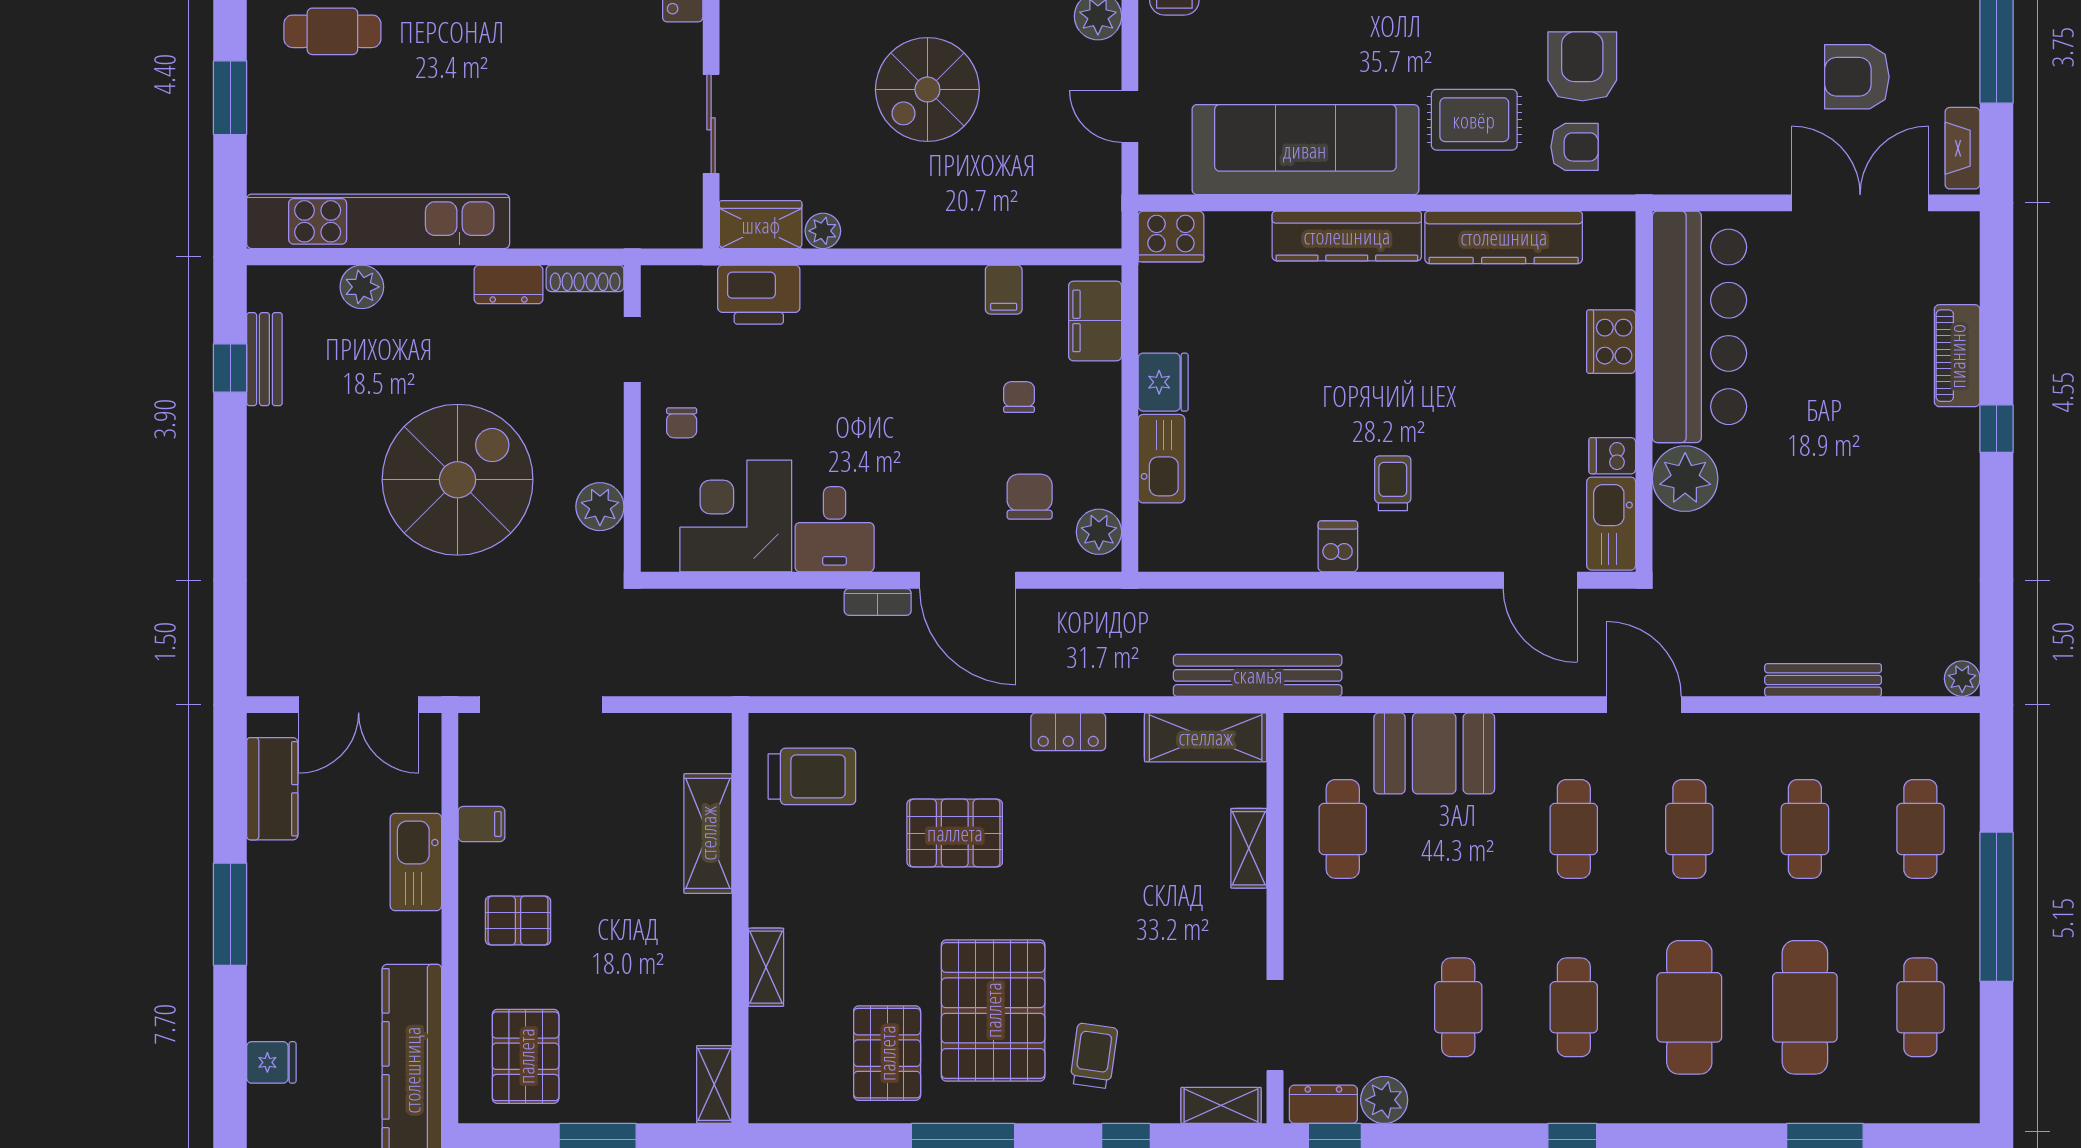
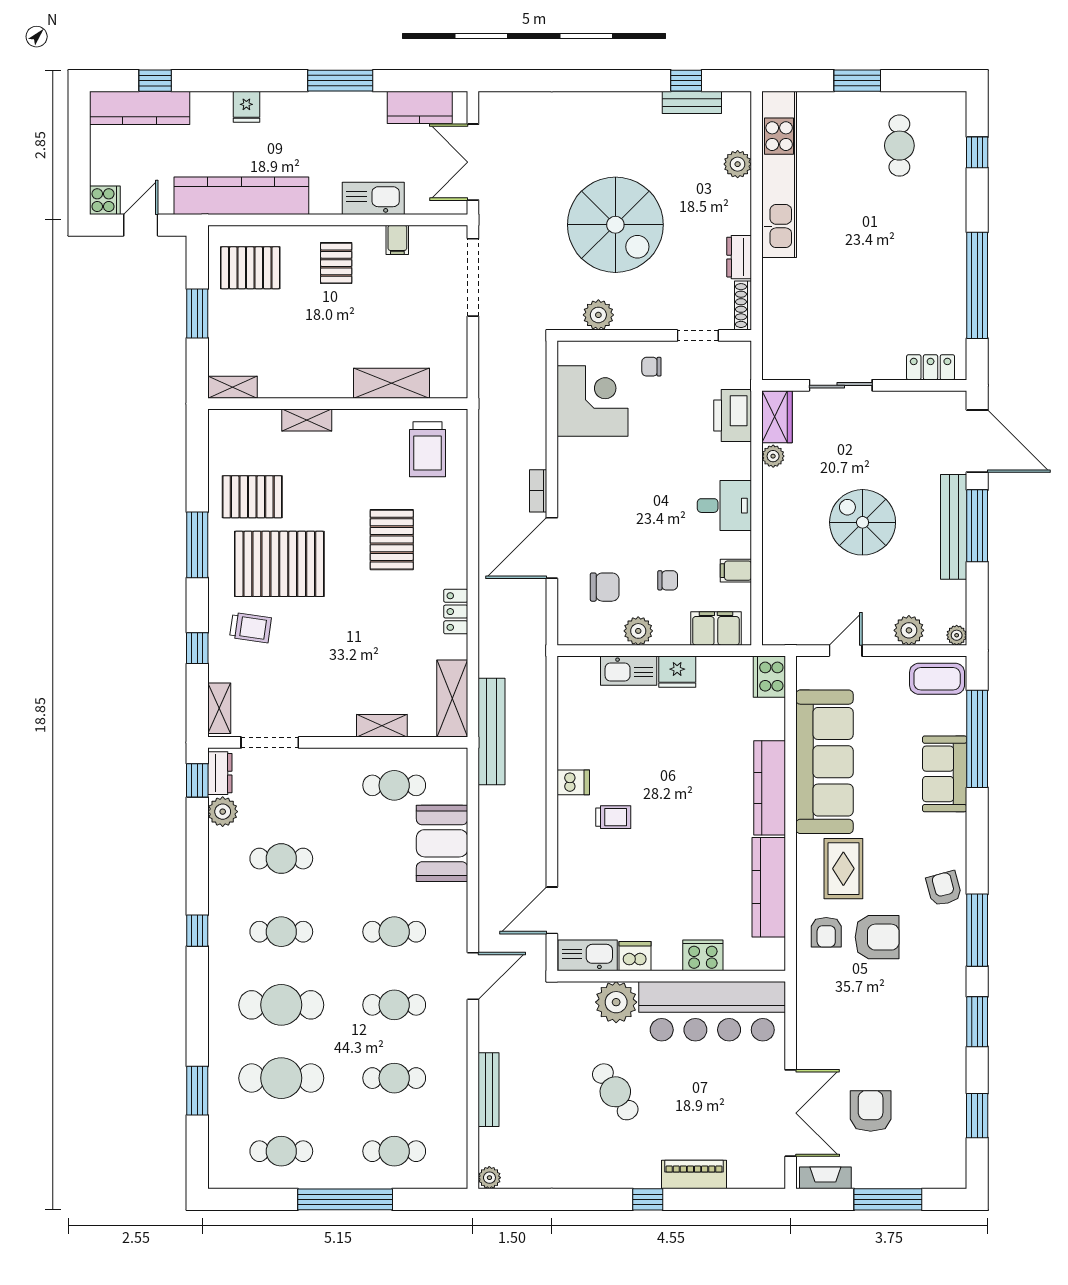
dishwasher: (1612, 456) -> (635, 956), width x1.38
cafe table: (1827, 480) -> (615, 1092), added
desk: (835, 529) -> (724, 506), moved, turned 180
plant: (1099, 532) -> (638, 631), moved

